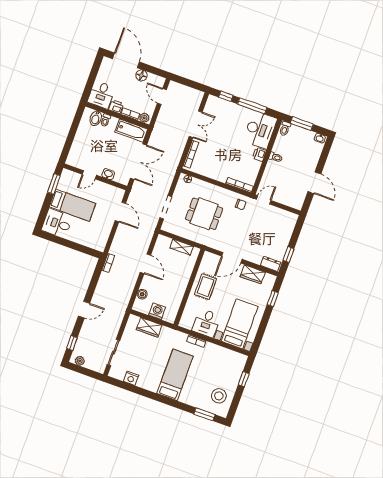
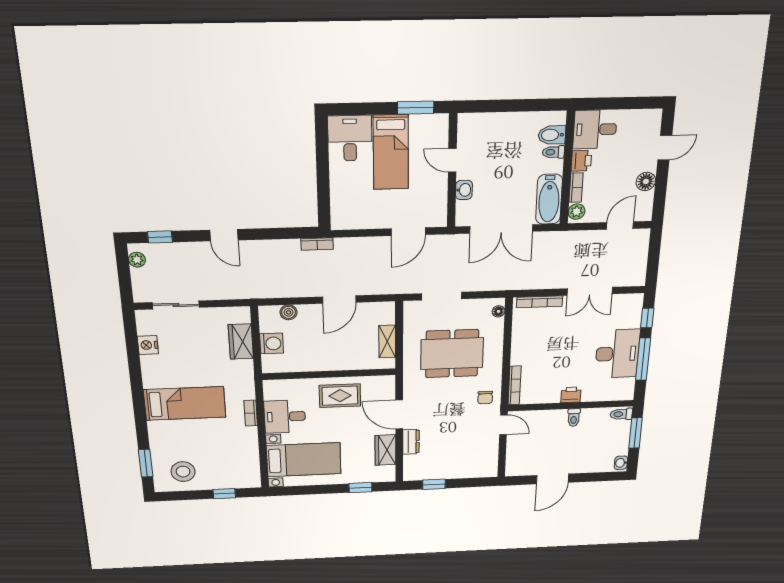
door: (126, 60) -> (665, 148), width x0.53
desk: (260, 130) -> (617, 354), moved, turned -90
dining table: (204, 214) -> (452, 354), width x1.38
dresser: (271, 264) -> (411, 442), moved

